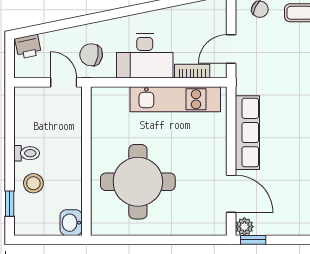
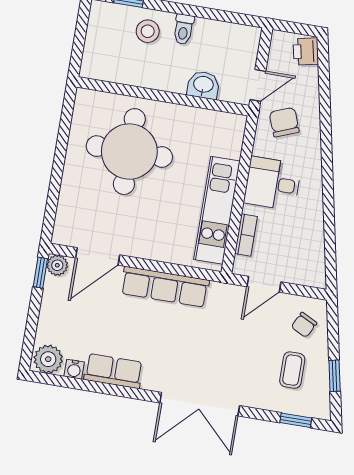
door: (231, 49) -> (264, 284), swing flipped
chair: (91, 55) -> (284, 122), turned -31
desk: (145, 56) -> (273, 184), width x0.73
washbasin: (71, 223) -> (203, 85), moved

